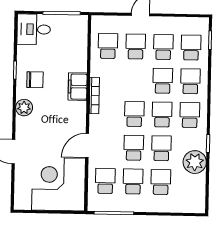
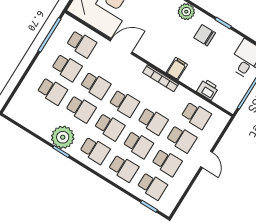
printer: (80, 49) -> (208, 89), added
chair: (35, 80) -> (205, 35), turned 90
school desk: (135, 80) -> (153, 121), added
filing cabinet: (78, 87) -> (177, 68), width x0.50
door: (87, 146) -> (121, 46), hinge flipped
plant: (195, 162) -> (63, 137), moved

